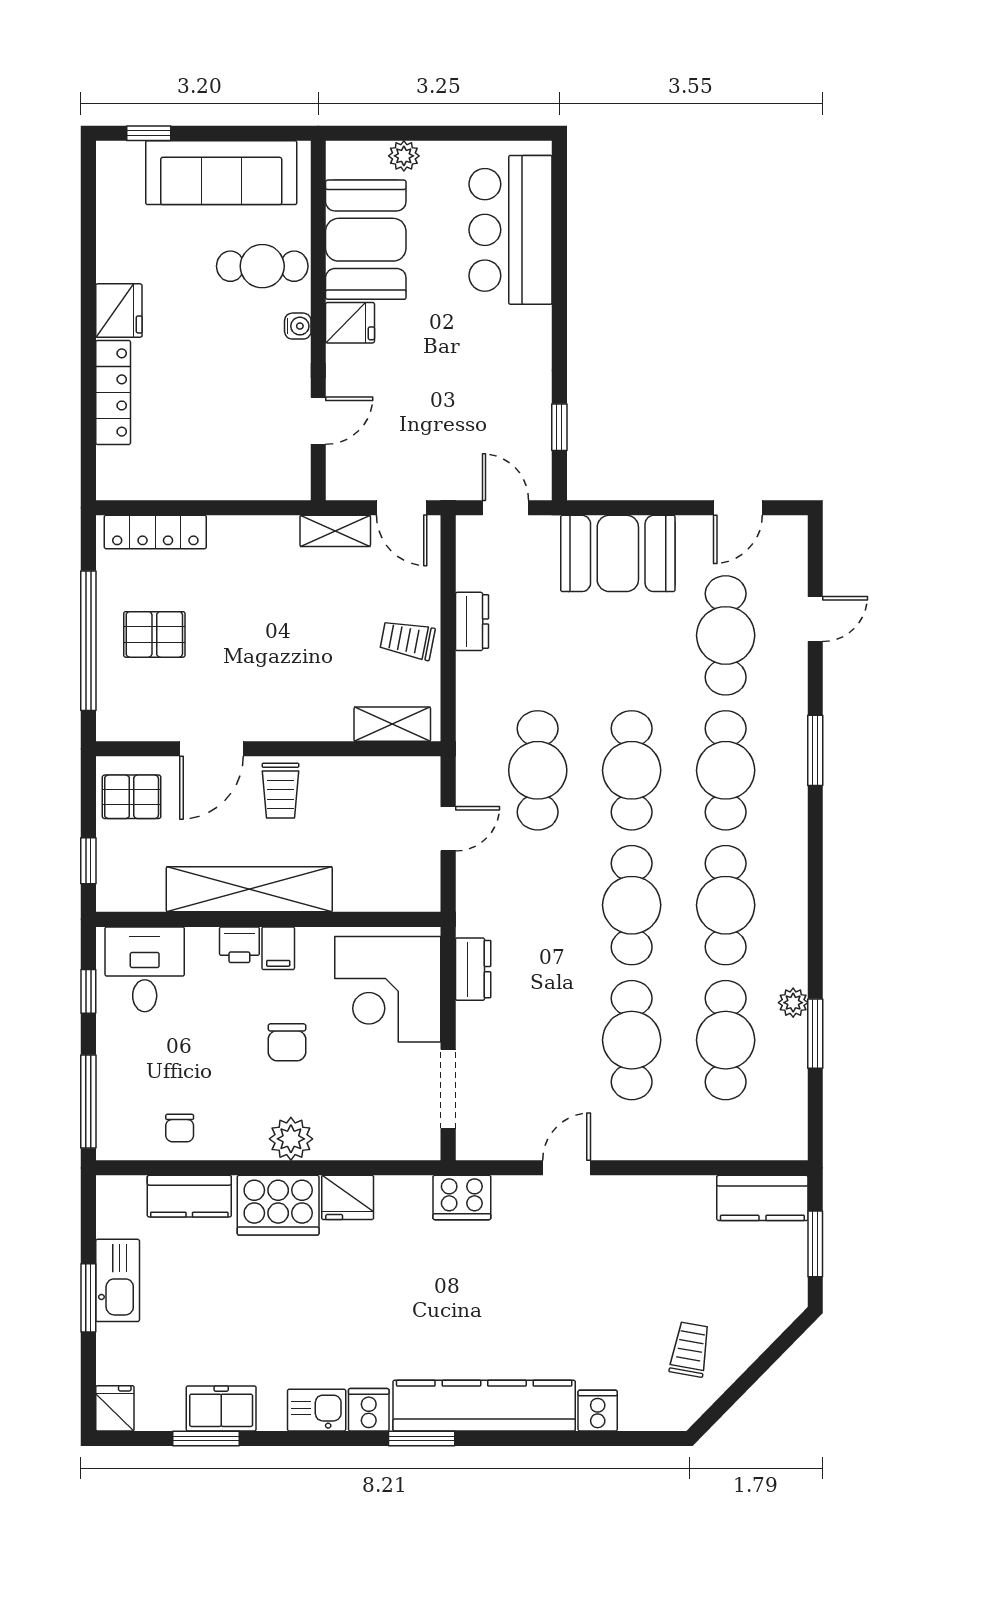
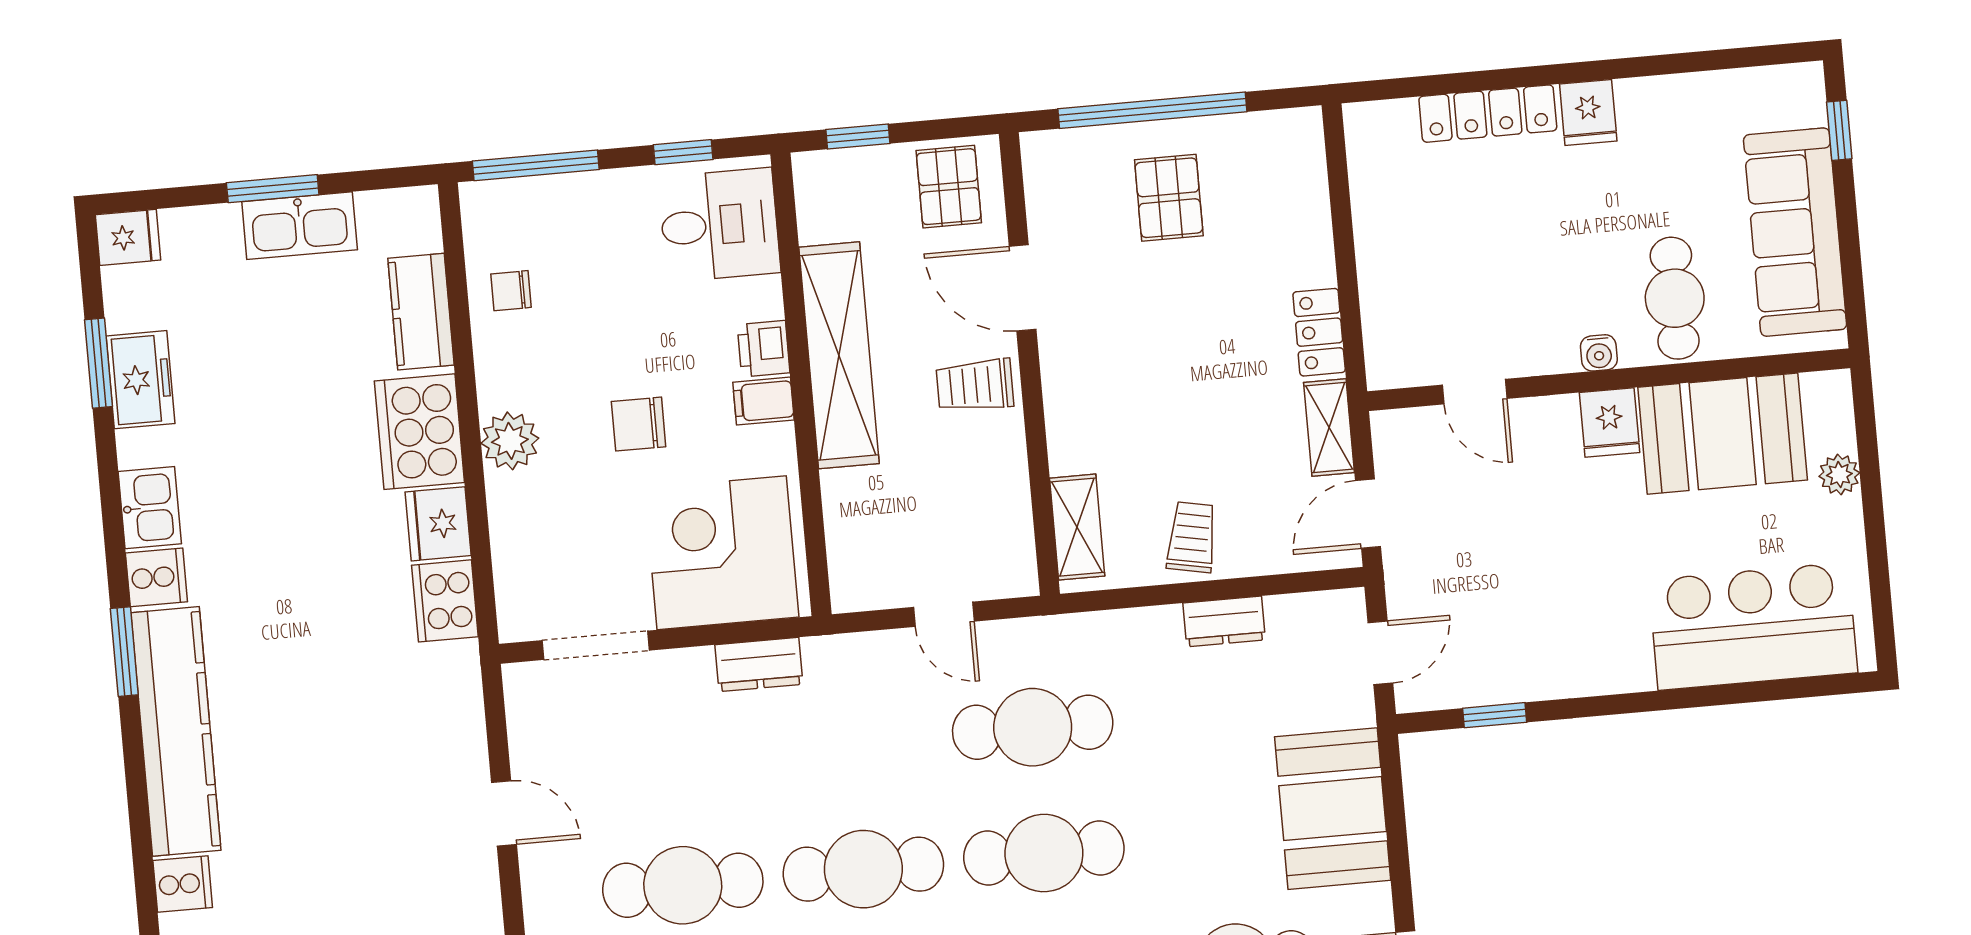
fridge: (119, 311) -> (1588, 112), width x0.72
locker: (155, 532) -> (1319, 332), moved, width x0.66
cooker: (462, 1197) -> (445, 601), moved

